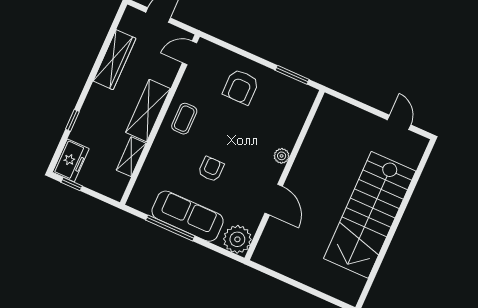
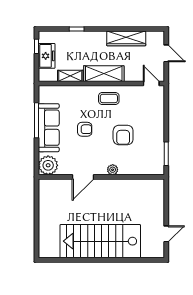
armchair: (241, 87) -> (123, 135), moved, turned -90
freezer: (71, 160) -> (47, 56), moved, turned -90

